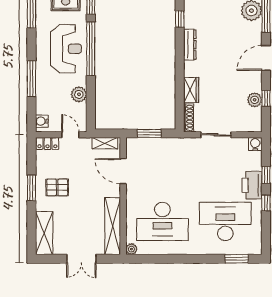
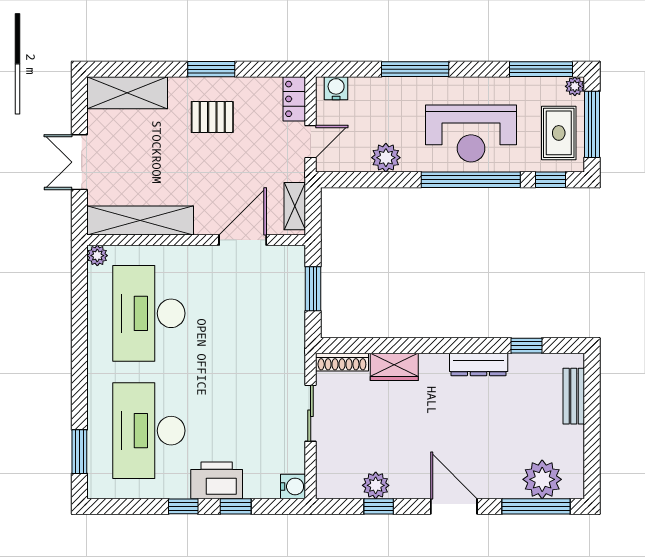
pallet: (57, 187) -> (212, 117), turned 90
desk: (225, 221) -> (149, 431), turned 180

